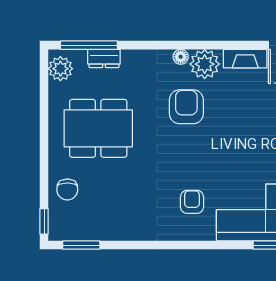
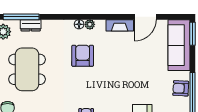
plant: (205, 64) -> (90, 24), width x0.53, depth x0.53
dining table: (98, 128) -> (27, 69), turned 90

